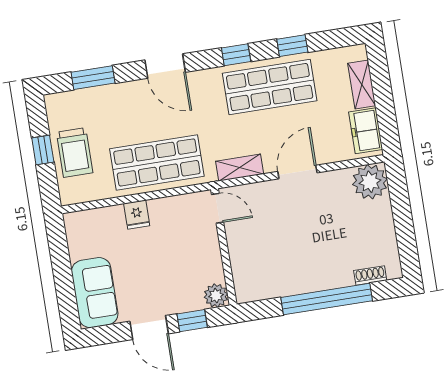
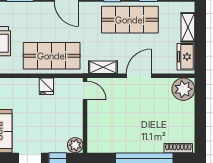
fridge: (137, 215) -> (46, 86), moved
shoe rack: (370, 275) -> (178, 148), width x1.43

